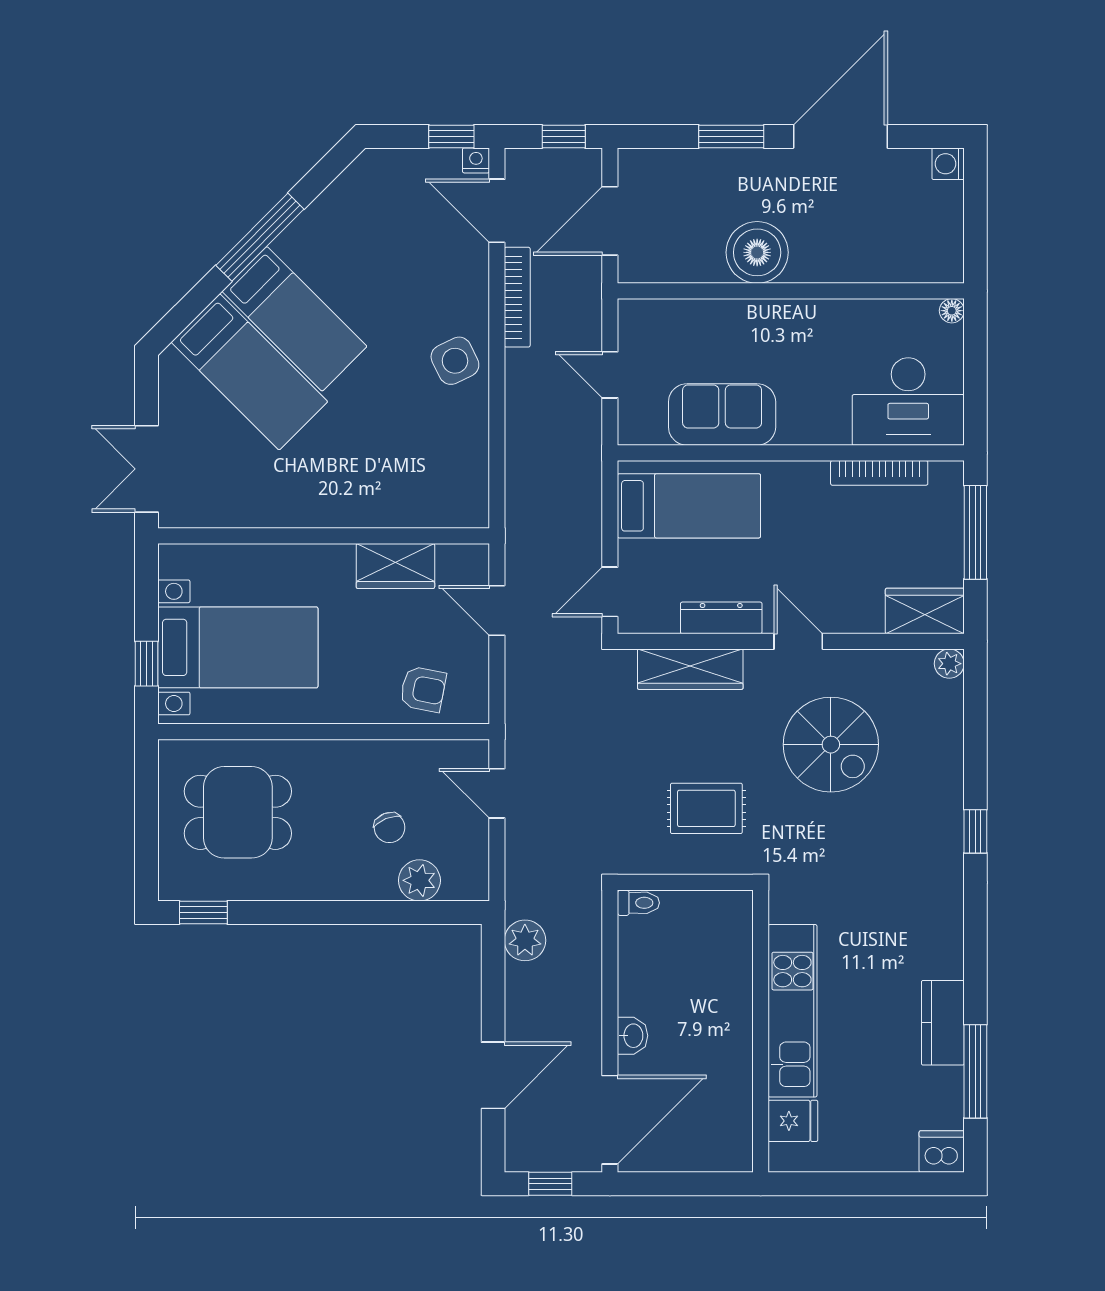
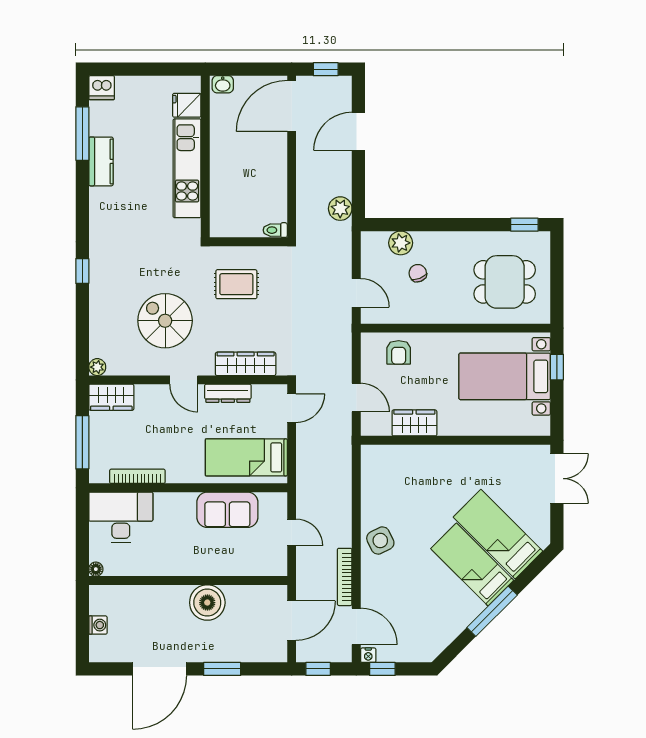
washing machine: (948, 164) -> (98, 625), moved
armchair: (423, 689) -> (399, 352), turned -101
washbasin: (632, 1036) -> (223, 84), moved, turned -90

